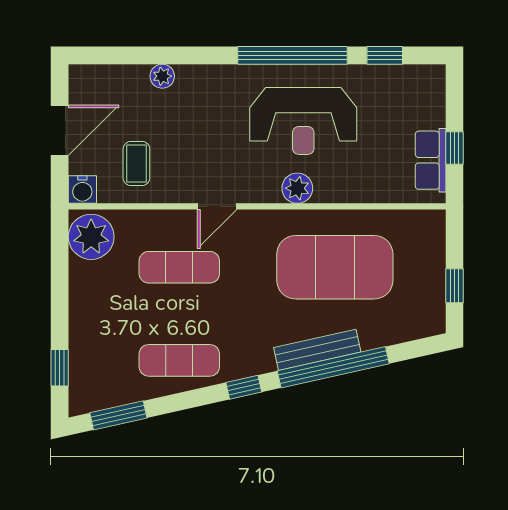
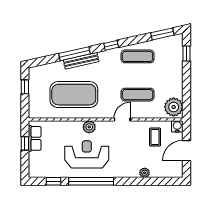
window: (333, 367) -> (75, 54), width x0.68

